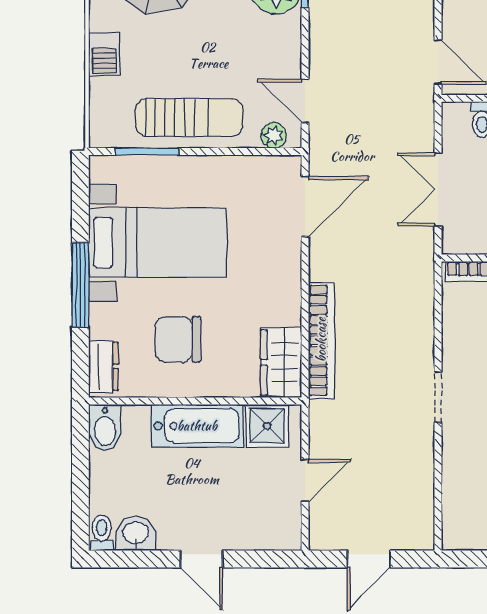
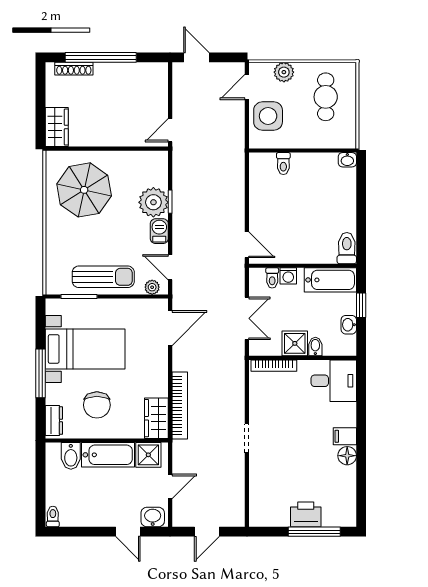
barbecue: (104, 54) -> (159, 231), moved, turned 180
double door: (438, 189) -> (247, 318), swing flipped
chair: (178, 339) -> (97, 405), turned -90
bidet: (105, 428) -> (71, 456), moved
washbasin: (136, 534) -> (153, 517), moved
door: (201, 559) -> (128, 532), moved

